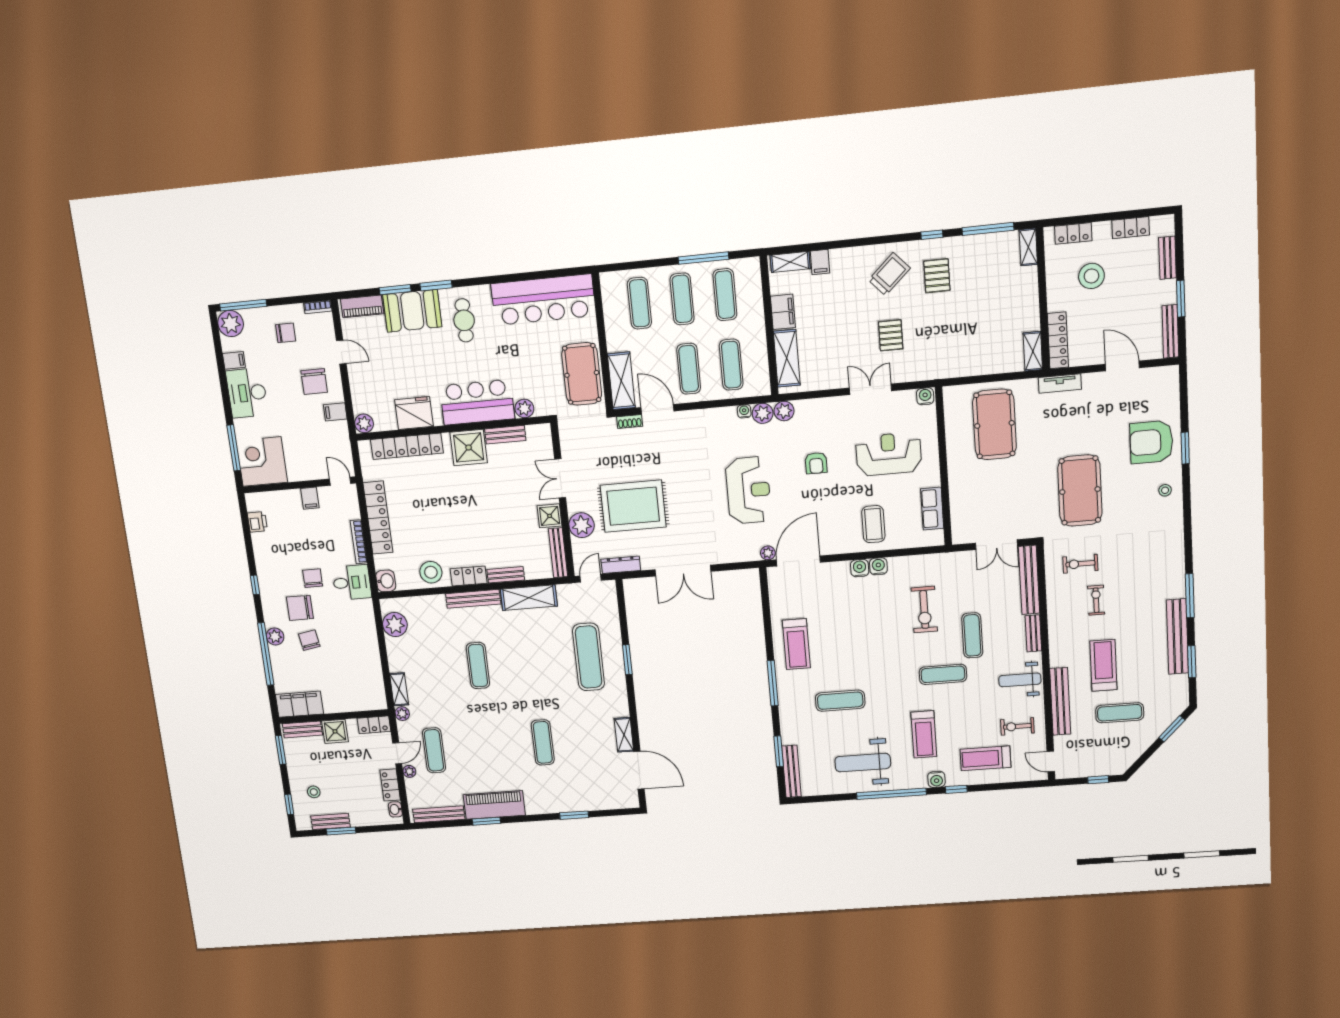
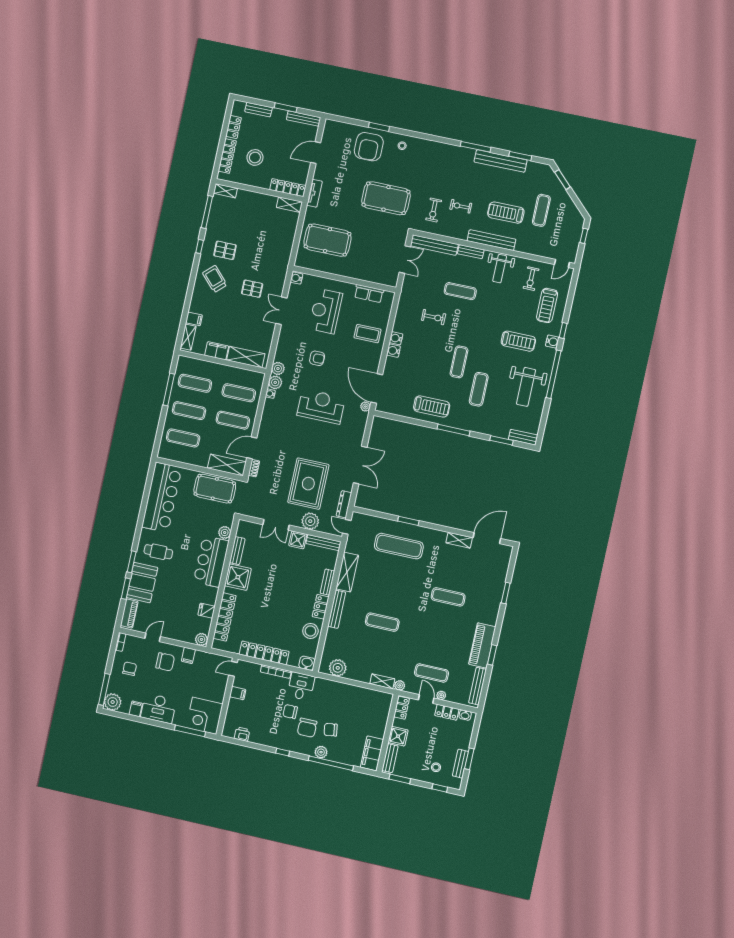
locker: (1073, 233) -> (227, 156), width x1.53
fridge: (414, 413) -> (206, 611), width x0.53, depth x0.75
exercise bike: (924, 610) -> (434, 317), width x0.73, depth x0.72
exercise mat: (943, 674) -> (459, 362), moved
bench: (1060, 701) -> (491, 240), moved
bench: (791, 771) -> (523, 437), width x0.73

